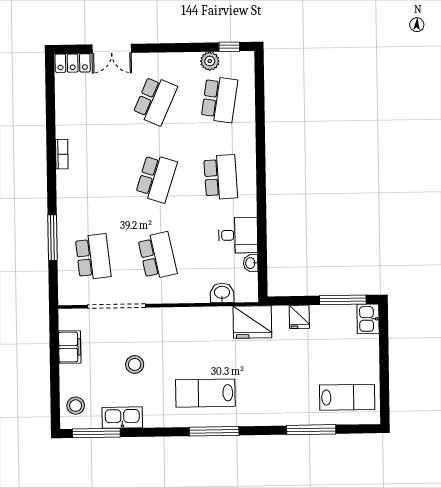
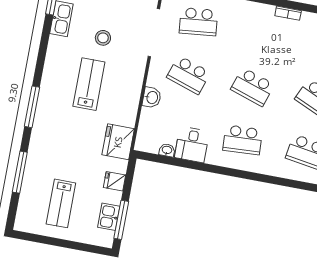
school desk: (158, 256) -> (188, 75), turned 30
washbasin: (222, 293) -> (152, 97), moved
kitchen sink: (368, 319) -> (109, 217), moved, turned -90
lab bench: (205, 393) -> (89, 84), moved
lab bench: (347, 397) -> (61, 203), moved
window: (214, 431) -> (32, 107), moved

